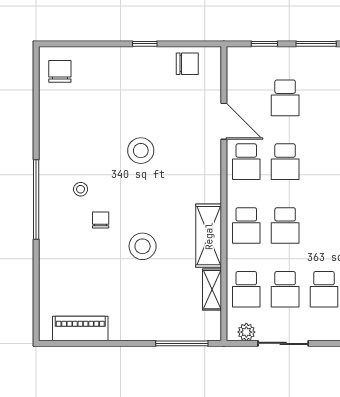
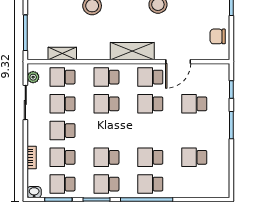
chair: (187, 64) -> (218, 36), turned 90
shelving: (209, 236) -> (132, 51), moved

